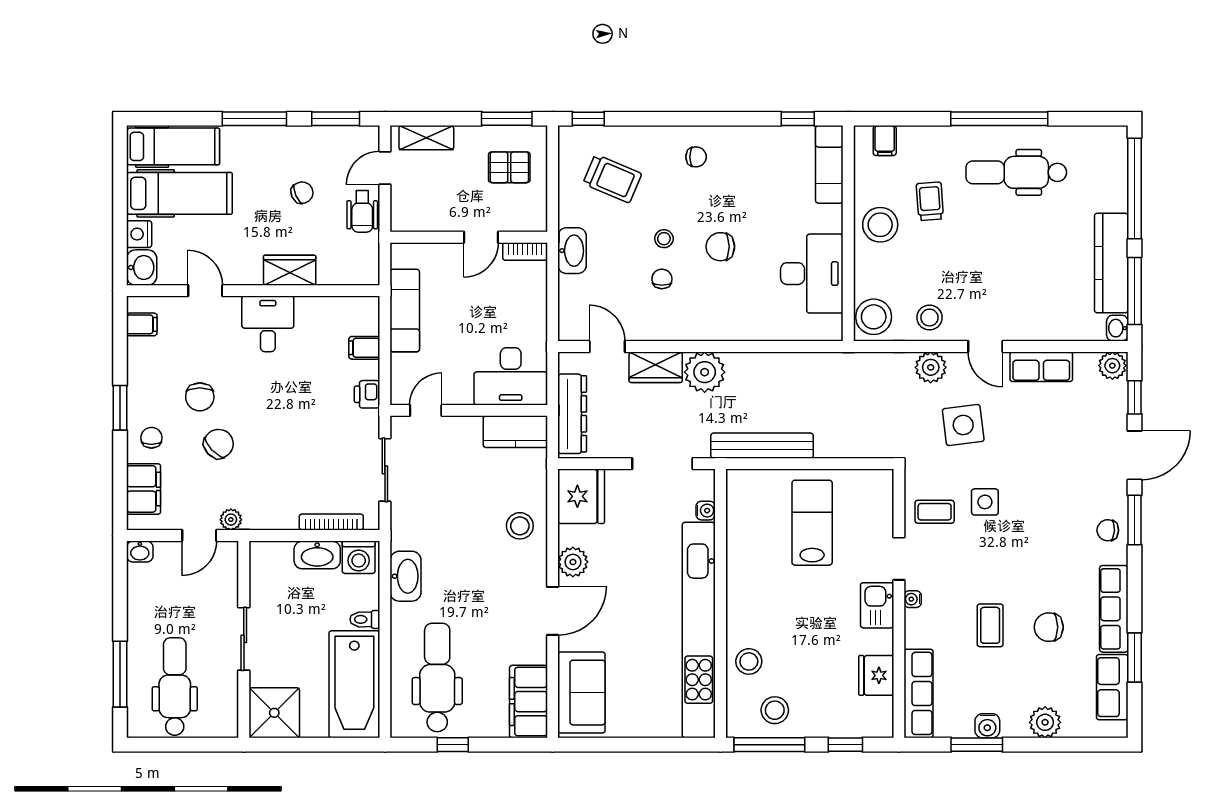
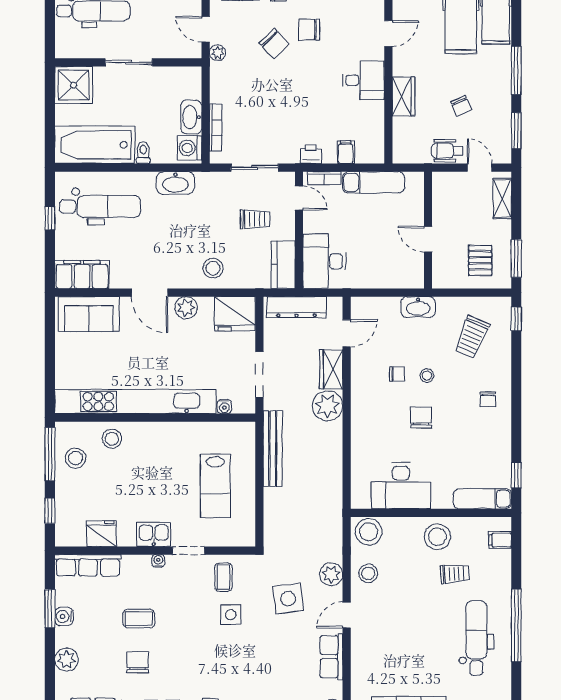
bookcase: (525, 252) -> (324, 178), moved, turned -90
trolley: (454, 469) -> (255, 219), added
lab bench: (812, 523) -> (215, 486), turned 90

